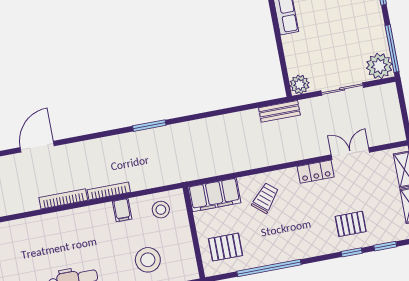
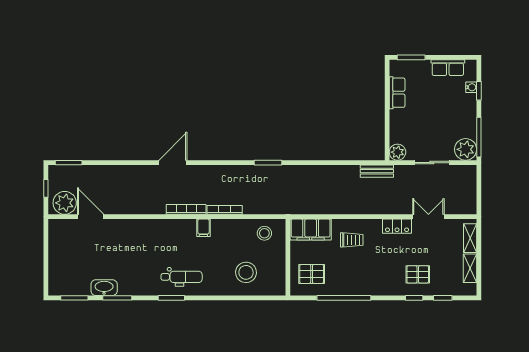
trolley: (265, 198) -> (352, 240), turned 50
filing cabinet: (122, 210) -> (203, 228), moved

